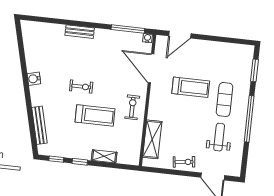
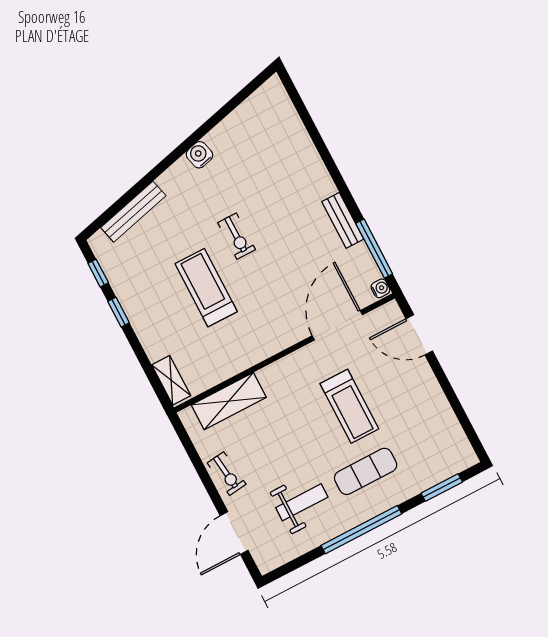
bench: (80, 32) -> (343, 220), moved
exercise bike: (132, 107) -> (258, 337), removed
treadmill: (95, 115) -> (206, 288), turned 180
shelving: (104, 156) -> (171, 380), moved

